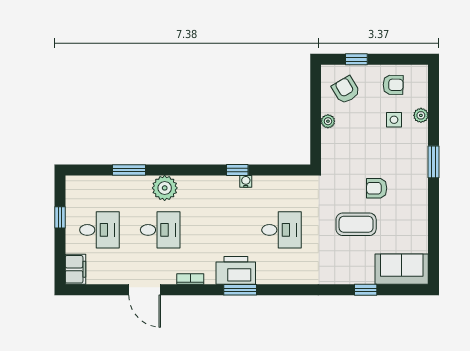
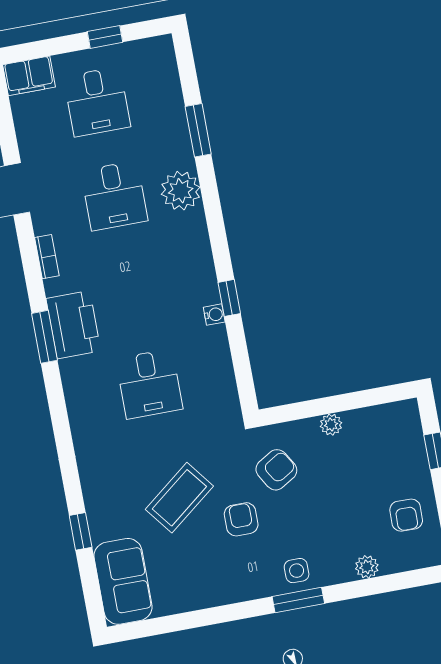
armchair: (346, 90) -> (276, 470), moved
side table: (394, 120) -> (297, 571), moved
coffee table: (356, 224) -> (179, 498), turned 52

